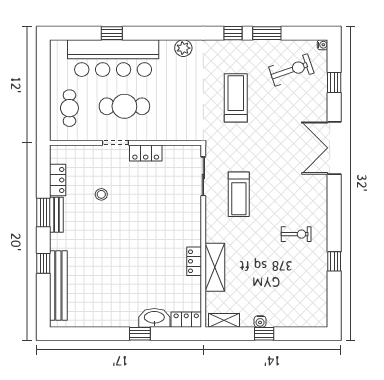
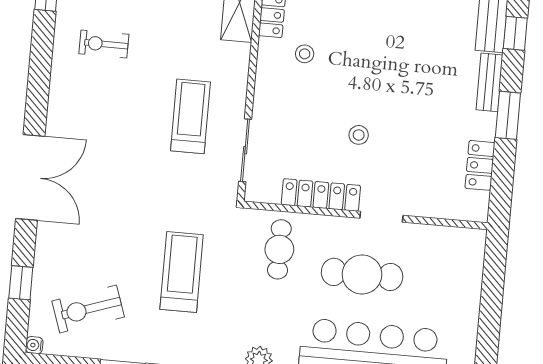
treadmill: (236, 98) -> (182, 272), turned 180
cafe table: (69, 108) -> (279, 249), moved
locker: (146, 153) -> (321, 195), width x1.53
stool: (101, 194) -> (359, 135), moved
bench: (56, 215) -> (489, 82), moved
stool: (172, 239) -> (305, 54), added

